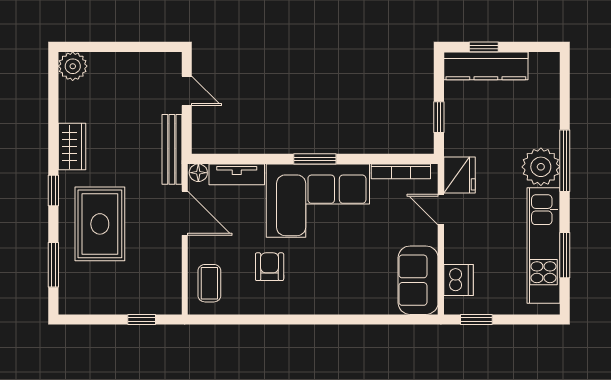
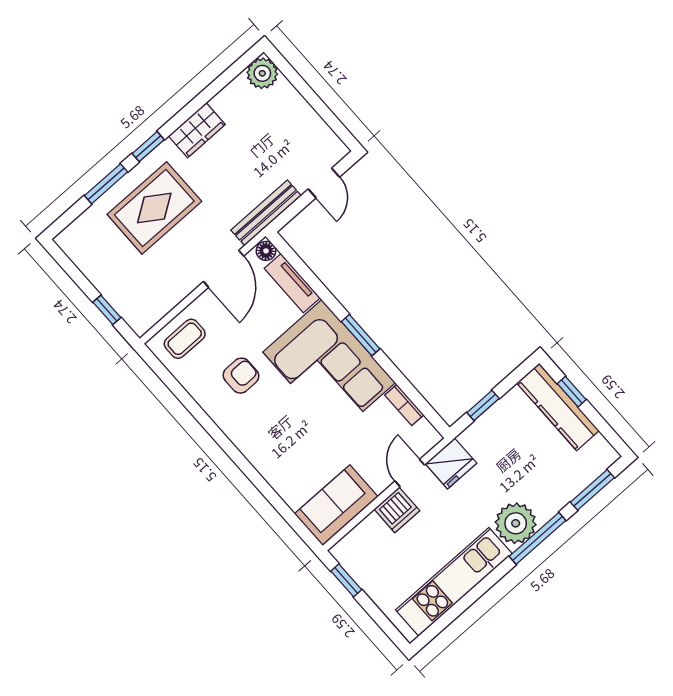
bookcase: (401, 171) -> (404, 405), width x0.64
window: (565, 255) -> (592, 490), moved
window: (53, 265) -> (106, 184), moved
dishwasher: (458, 280) -> (397, 510), moved

